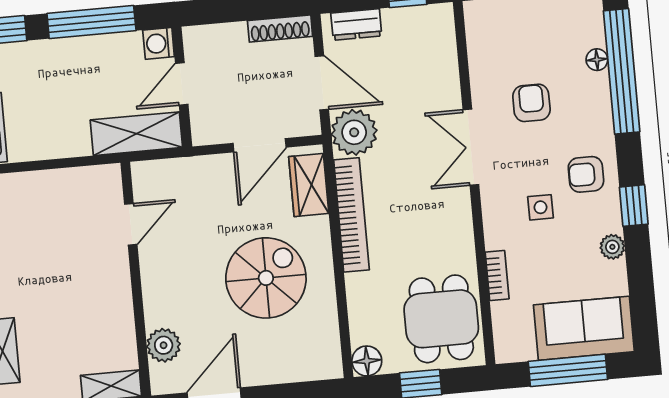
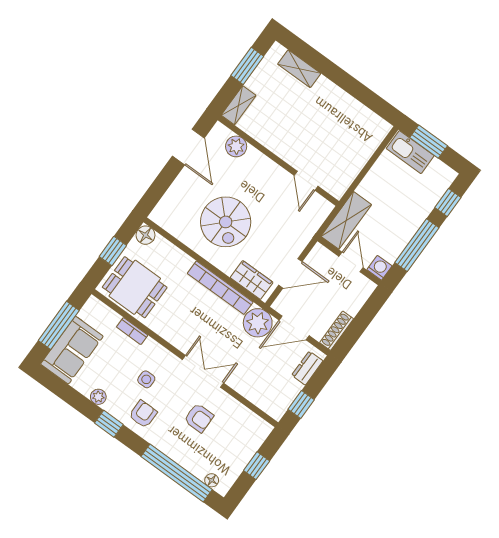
floor lamp: (597, 60) -> (212, 480), moved
door: (260, 145) -> (290, 273), swing flipped

